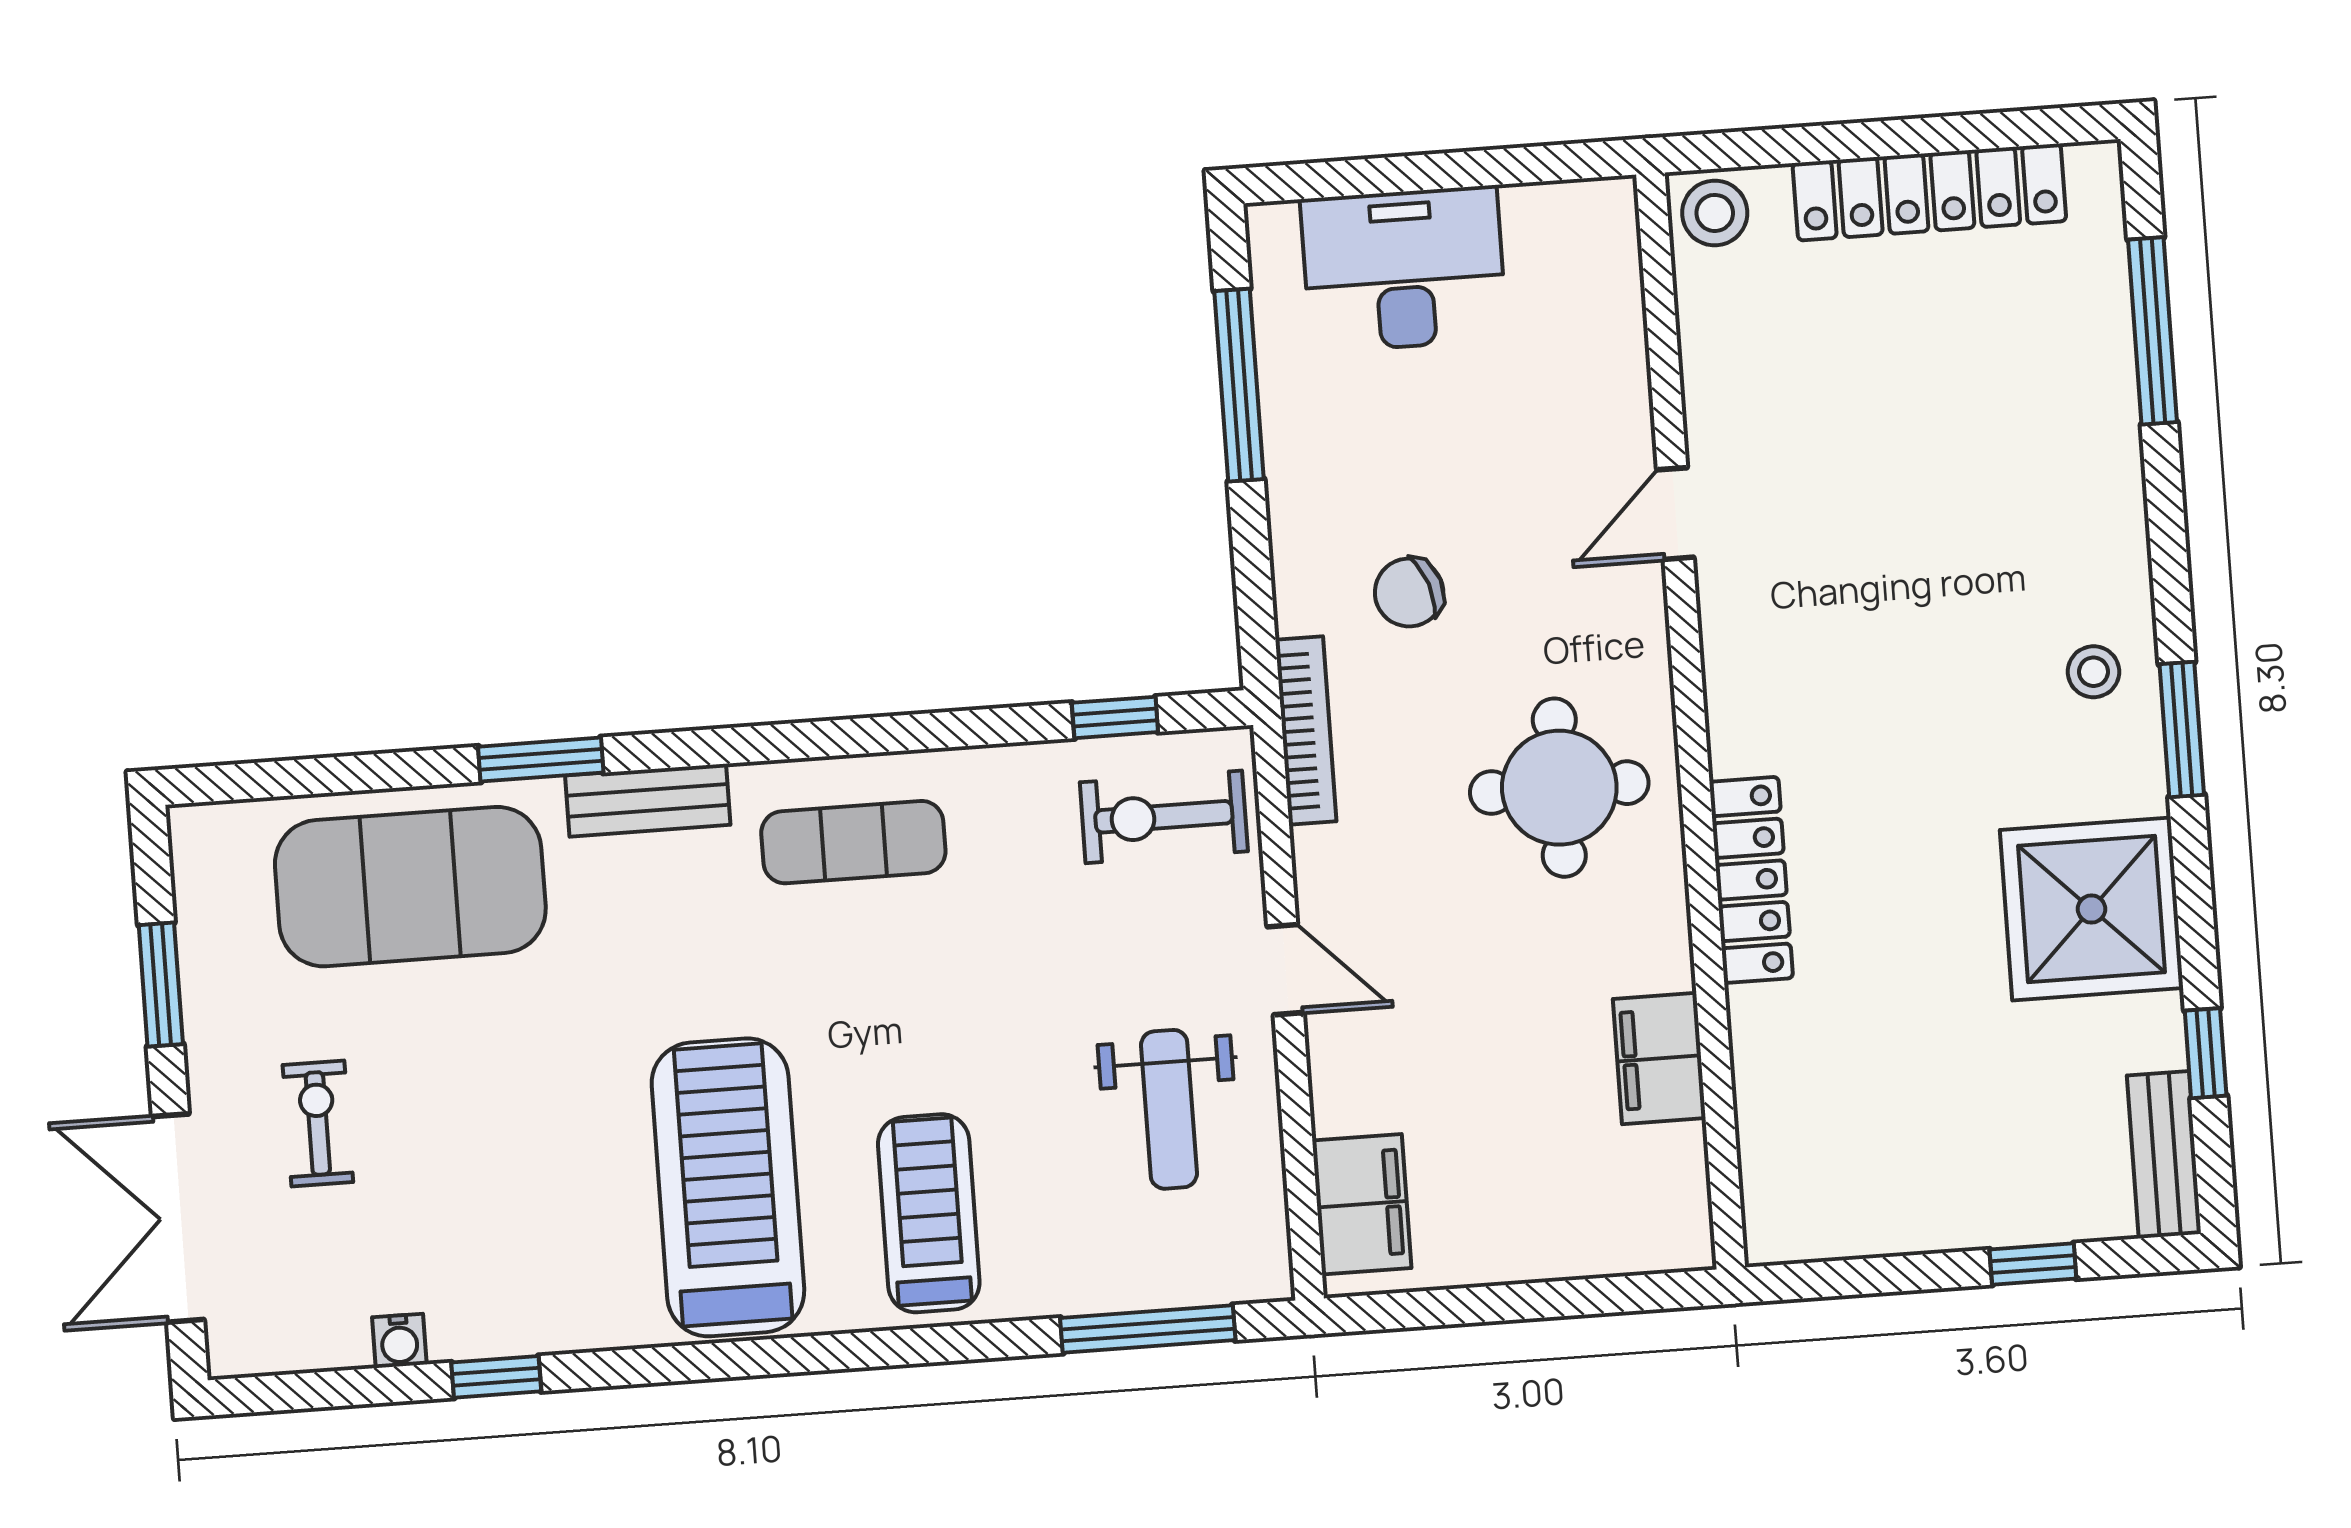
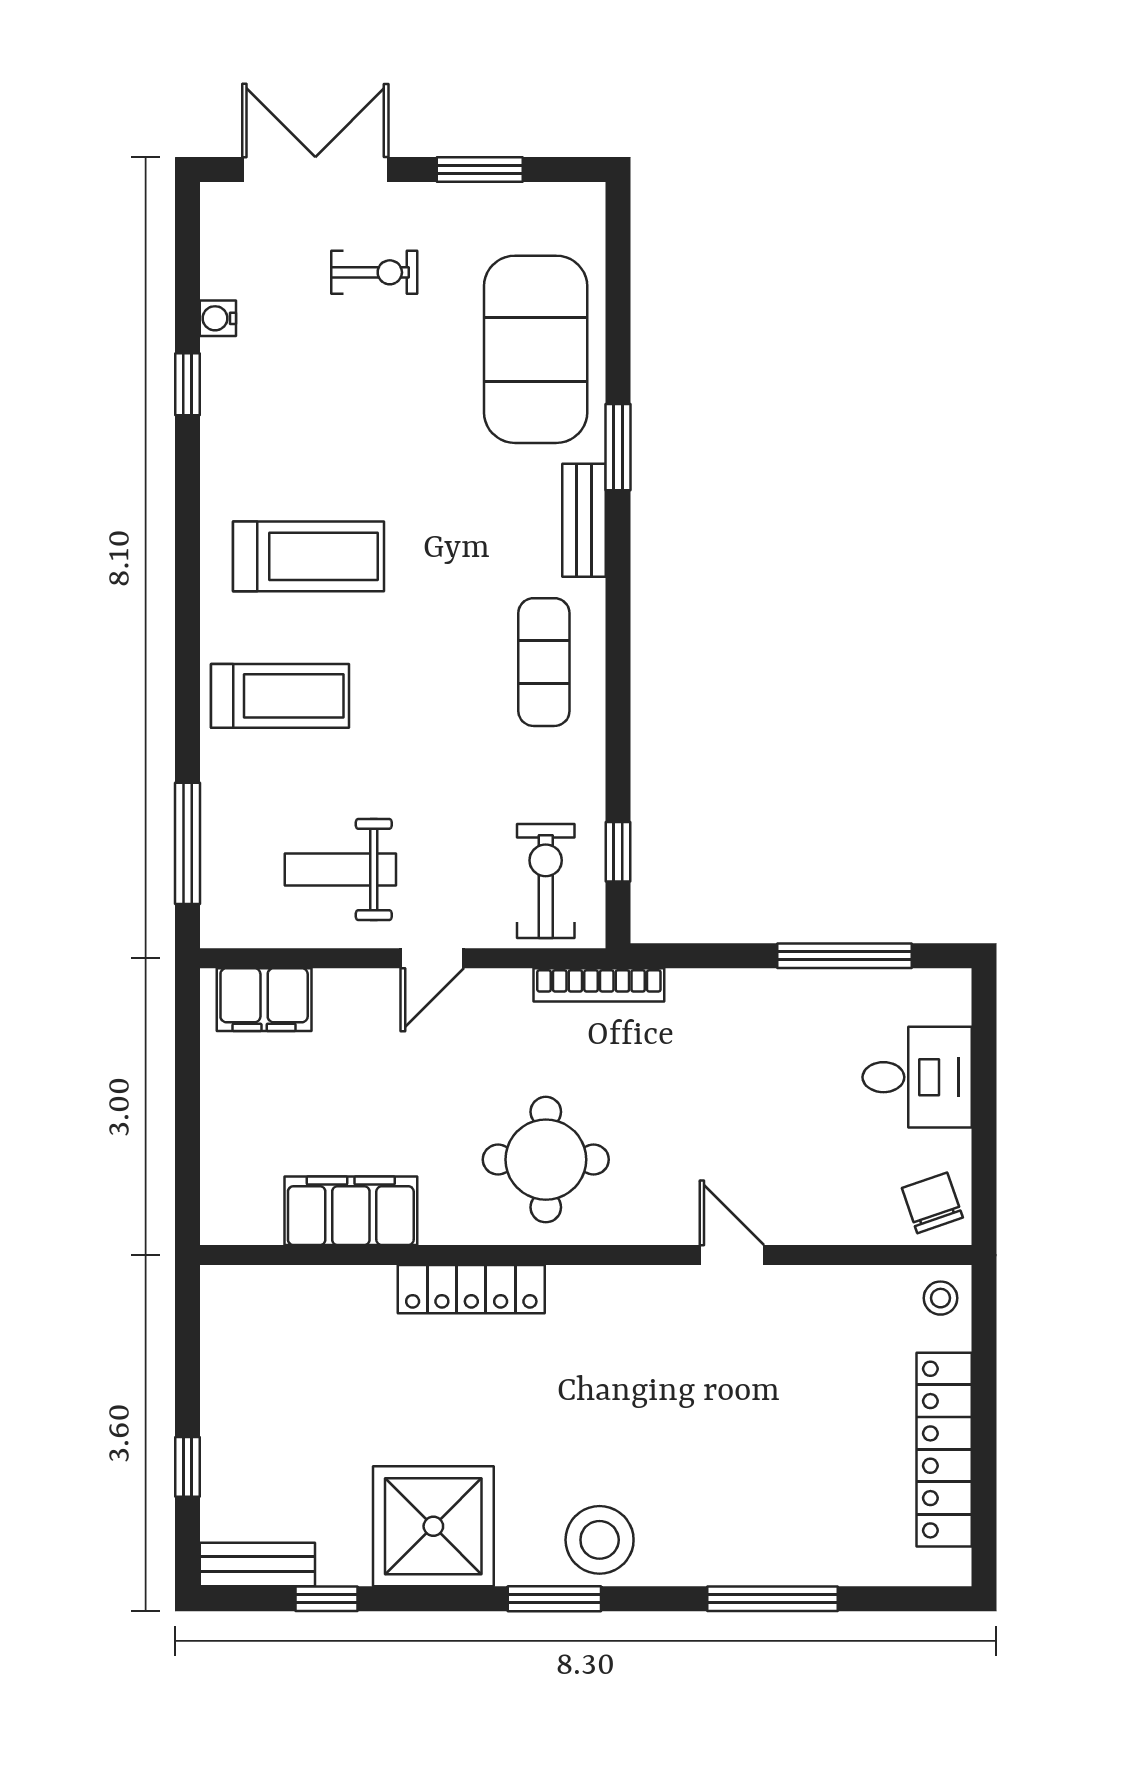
stool: (1715, 213) -> (941, 1298), width x0.73, depth x0.73
desk: (1404, 269) -> (917, 1077), width x0.73
window: (2152, 331) -> (772, 1599), moved
chair: (1409, 592) -> (932, 1203), moved
stool: (2093, 672) -> (600, 1540), width x1.89, depth x1.89
filing cabinet: (1659, 1058) -> (351, 1211), width x1.50, depth x1.17
treadmill: (728, 1187) -> (308, 556), width x0.73, depth x0.73

